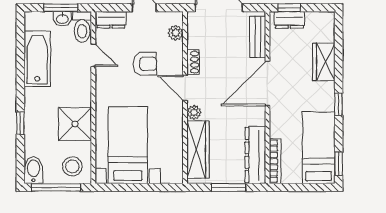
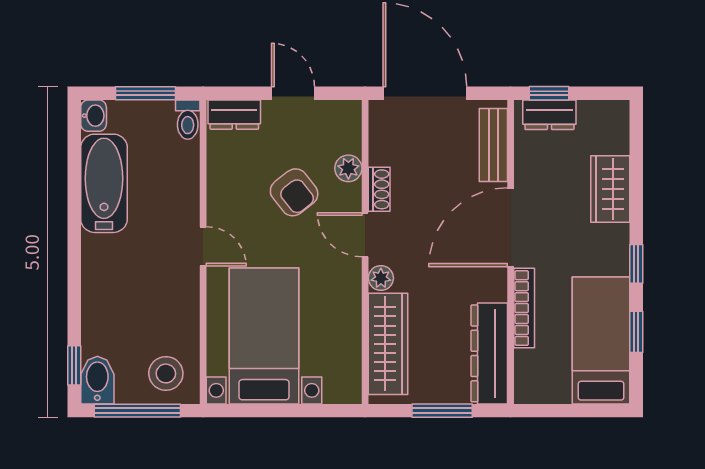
washbasin: (62, 19) -> (94, 116), moved, turned -90
toilet: (82, 27) -> (188, 120), width x0.73, depth x0.72
plant: (176, 33) -> (348, 168), moved
door: (93, 55) -> (203, 246), moved
armchair: (145, 64) -> (294, 192), turned 54
window: (20, 123) -> (74, 365), moved
shower: (75, 124) -> (171, 299), removed
bookcase: (275, 161) -> (524, 308), moved
window: (339, 164) -> (636, 332), moved

